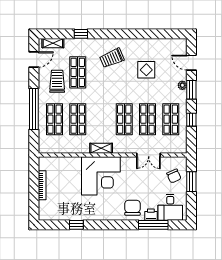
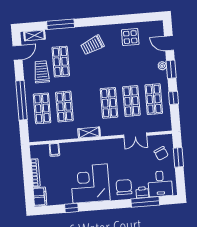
window: (81, 34) -> (61, 24), width x2.17
display table: (146, 70) -> (130, 37), moved
filing cabinet: (64, 163) -> (54, 150), added
corner desk: (101, 176) -> (90, 184), moved, turned 180
filing cabinet: (45, 210) -> (40, 197), added

